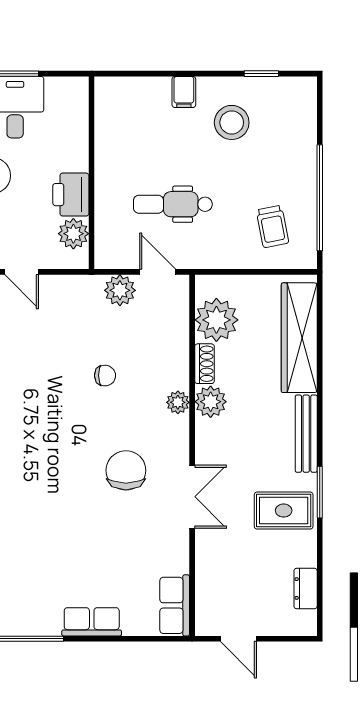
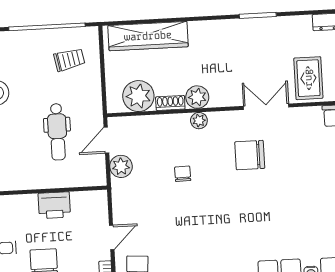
plant: (73, 234) -> (82, 202), removed
bench: (306, 434) -> (216, 27), removed
rug: (284, 511) -> (308, 78), moved

